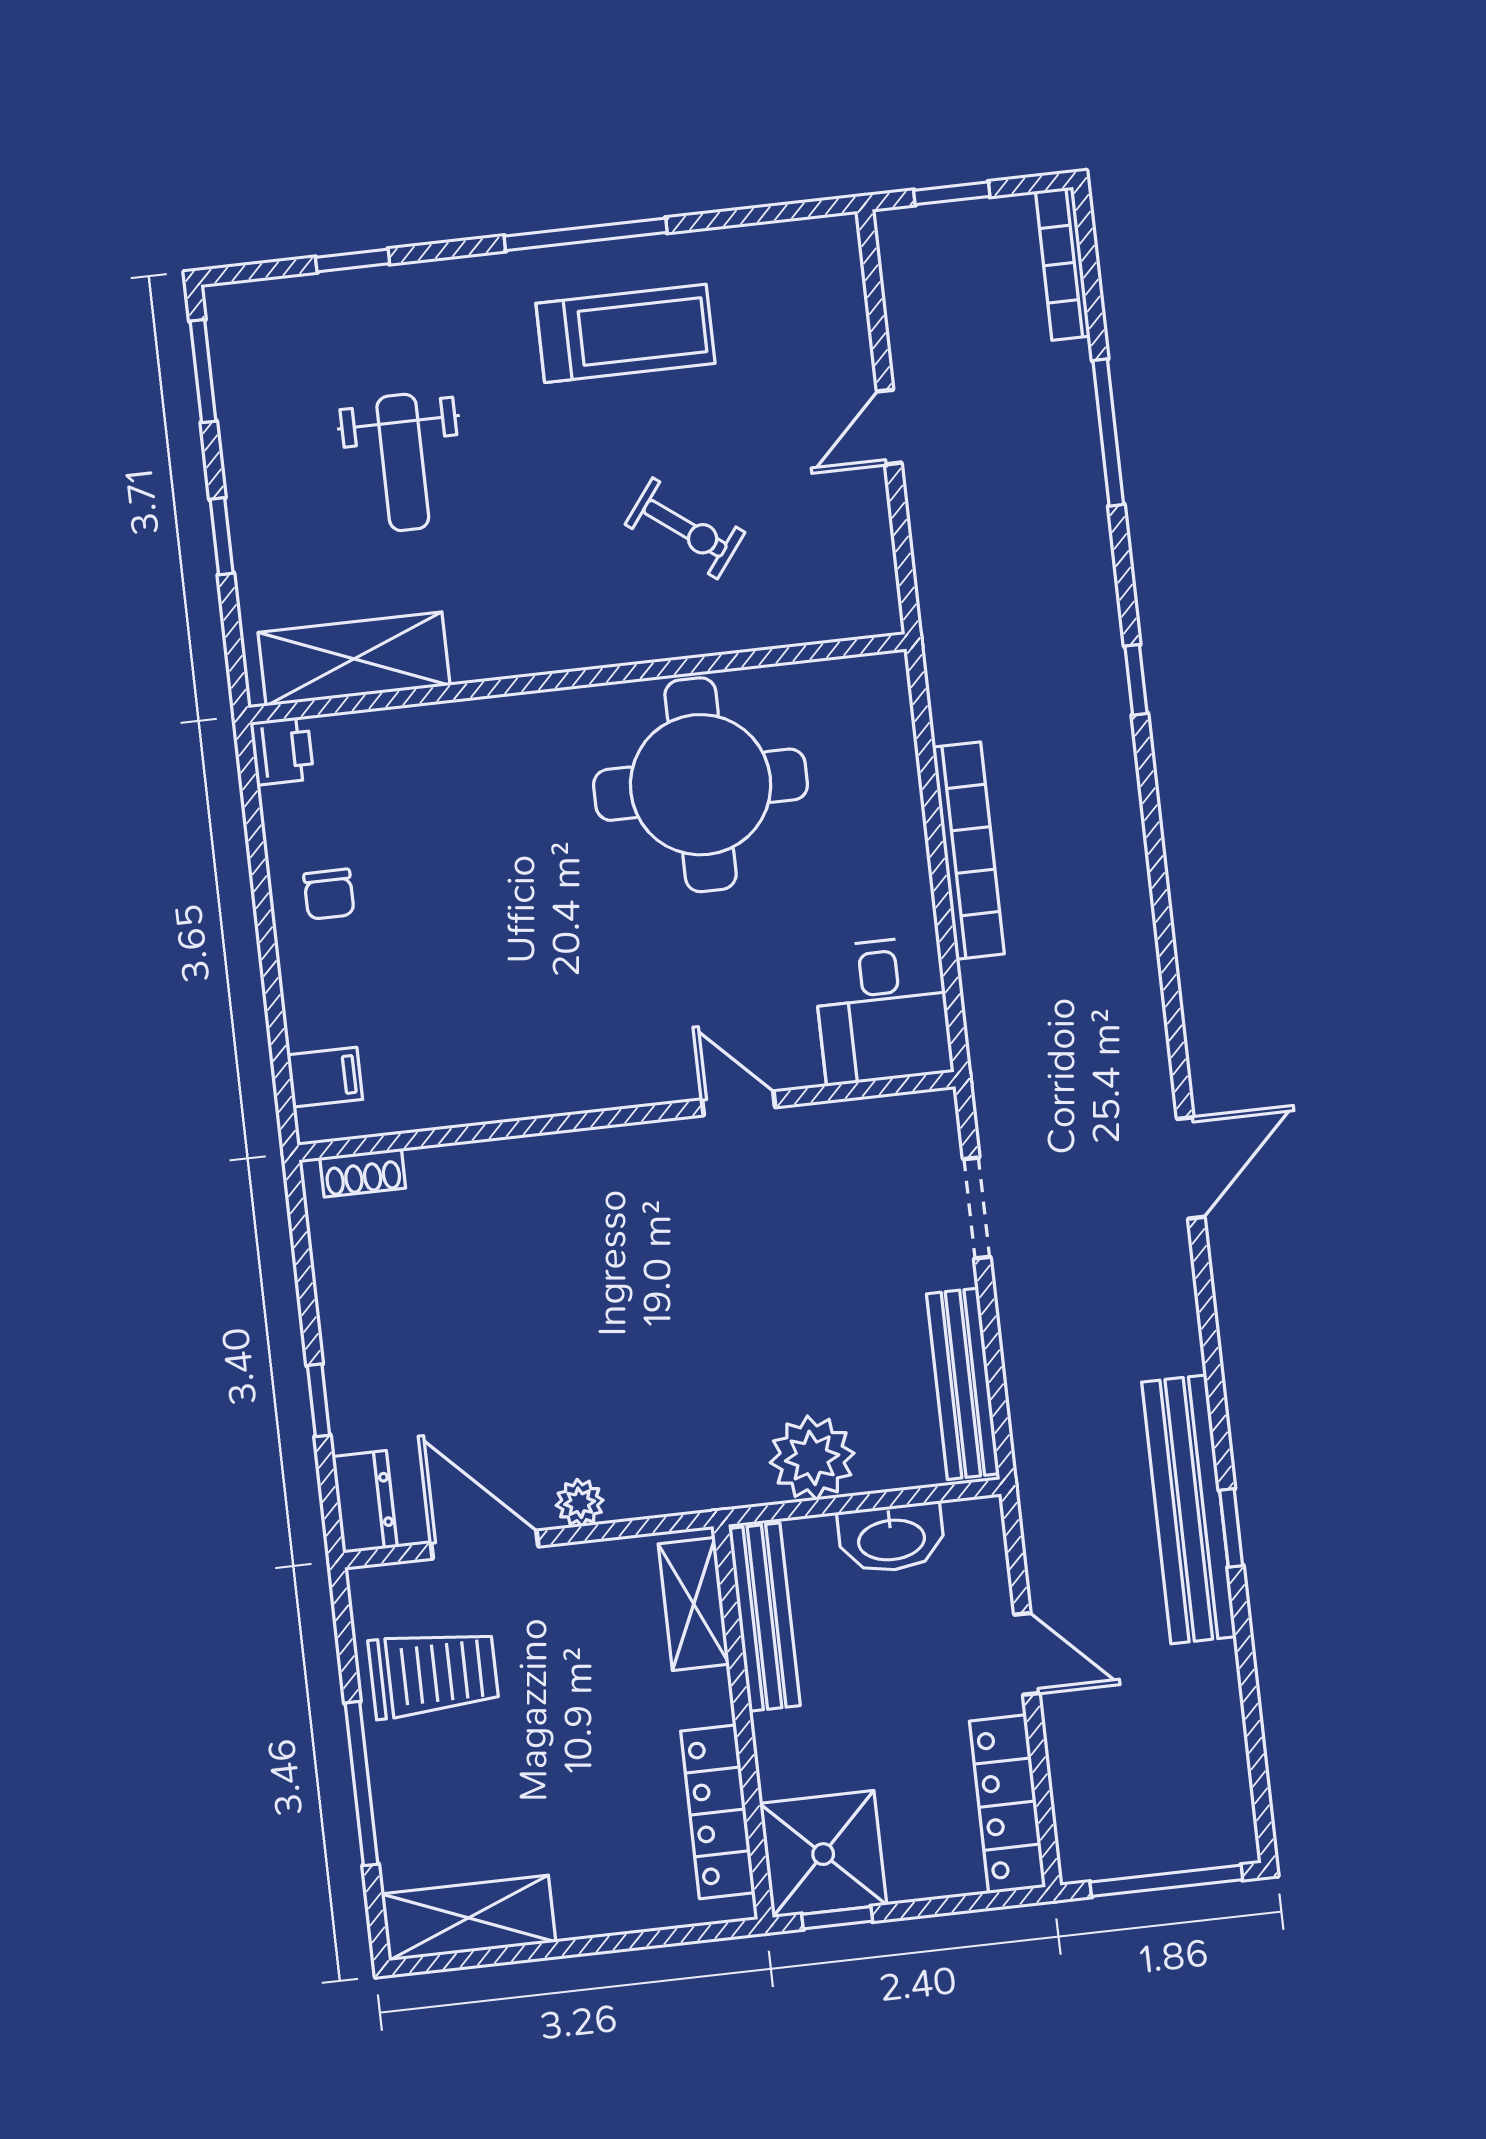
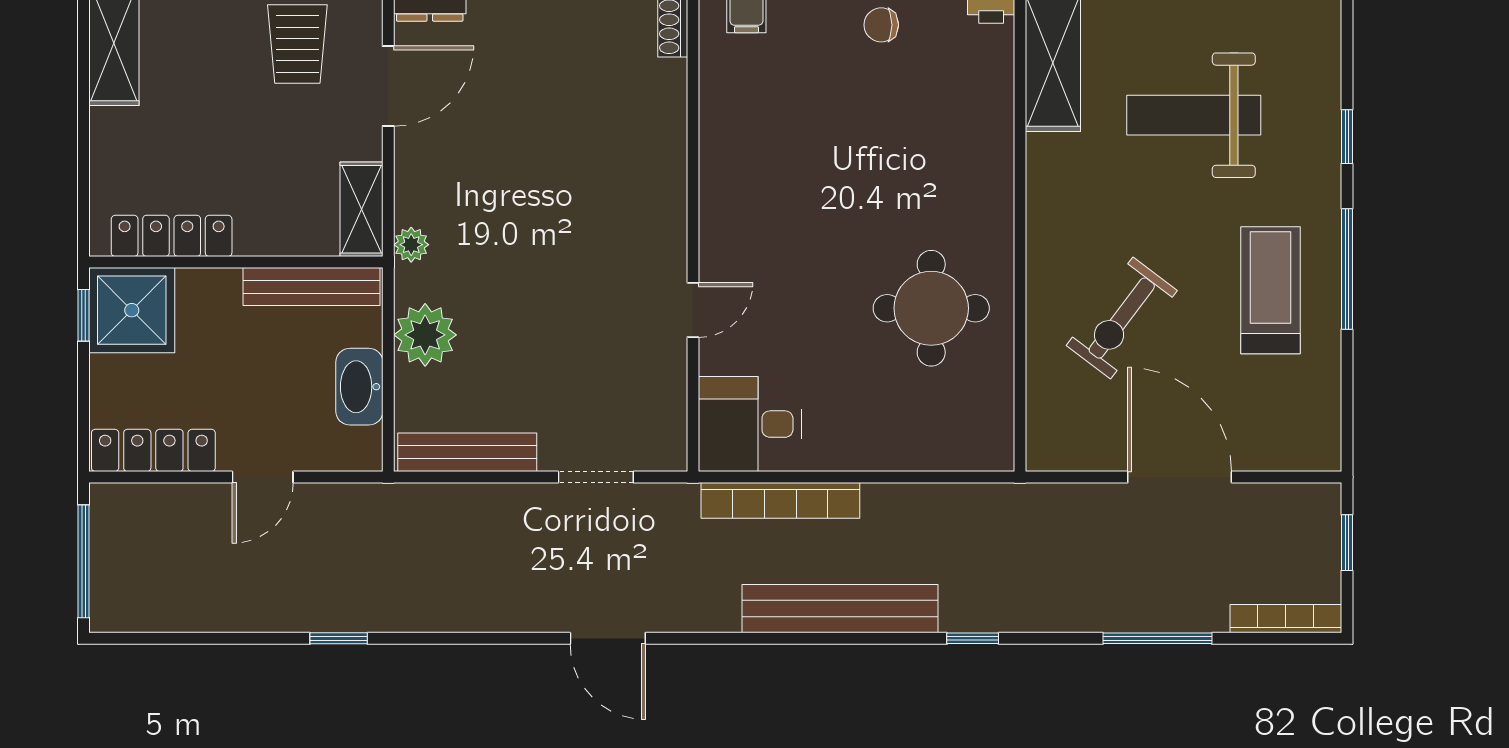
window: (353, 261) -> (1347, 137), moved
treadmill: (625, 333) -> (1271, 290), turned 180
door: (889, 427) -> (1180, 477), width x1.88
weight bench: (403, 462) -> (1194, 115), width x1.36, depth x1.33
exercise bike: (685, 528) -> (1122, 318), width x1.38, depth x1.39
round table: (701, 785) -> (931, 308), width x0.73, depth x0.73
bookcase: (968, 851) -> (780, 500), moved
plant: (580, 1503) -> (411, 245), moved
bench: (1189, 1509) -> (840, 609), moved
shelving: (694, 1604) -> (362, 209), moved, turned 90

